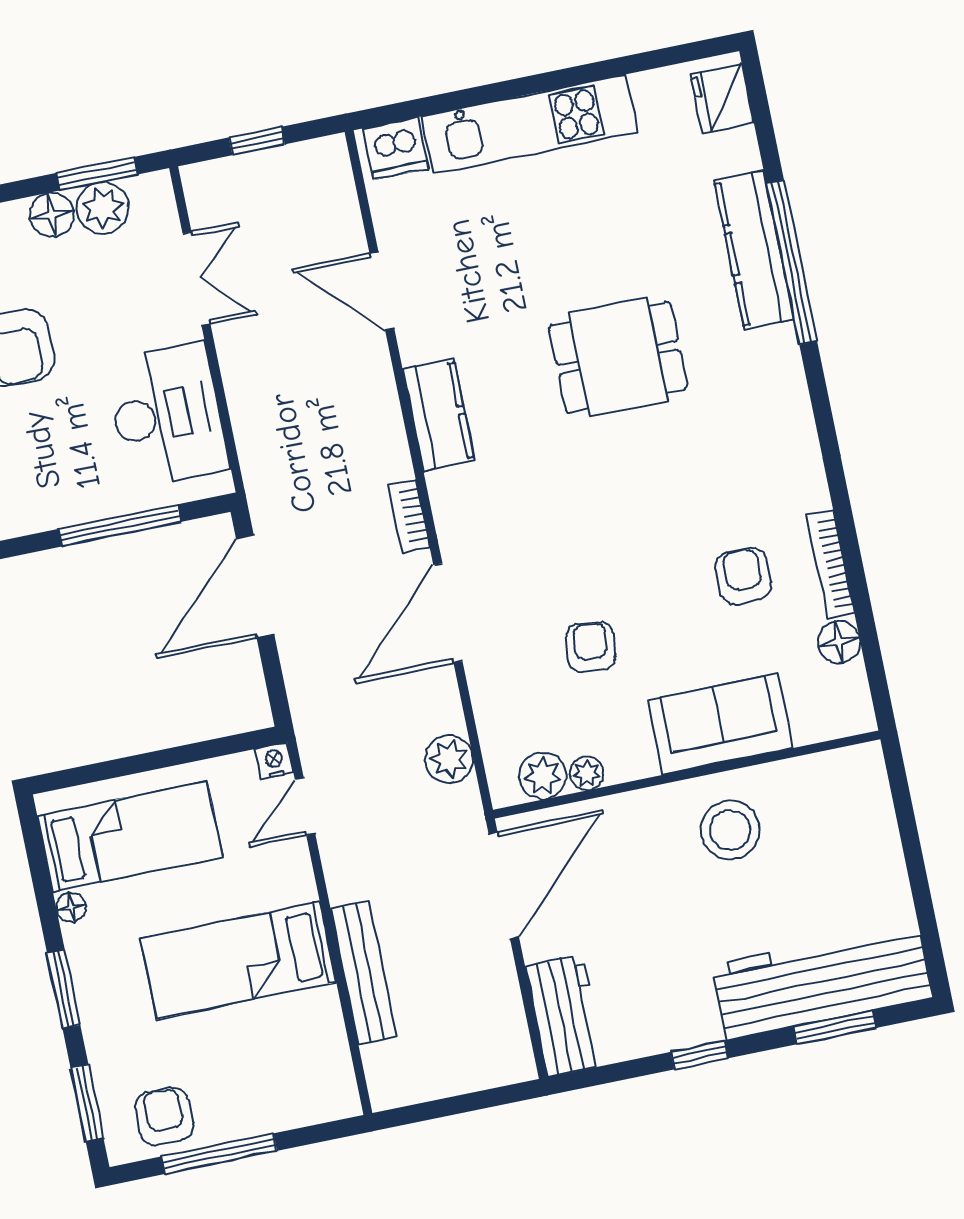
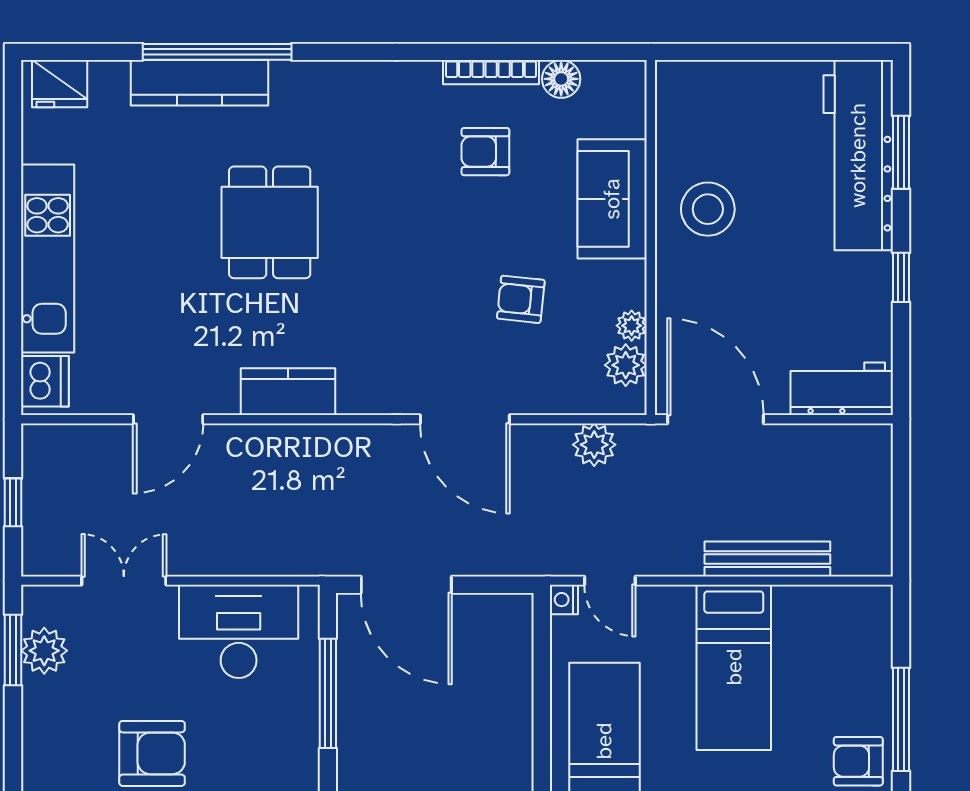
floor lamp: (52, 215) -> (41, 697), removed
bookcase: (409, 516) -> (372, 436), removed

